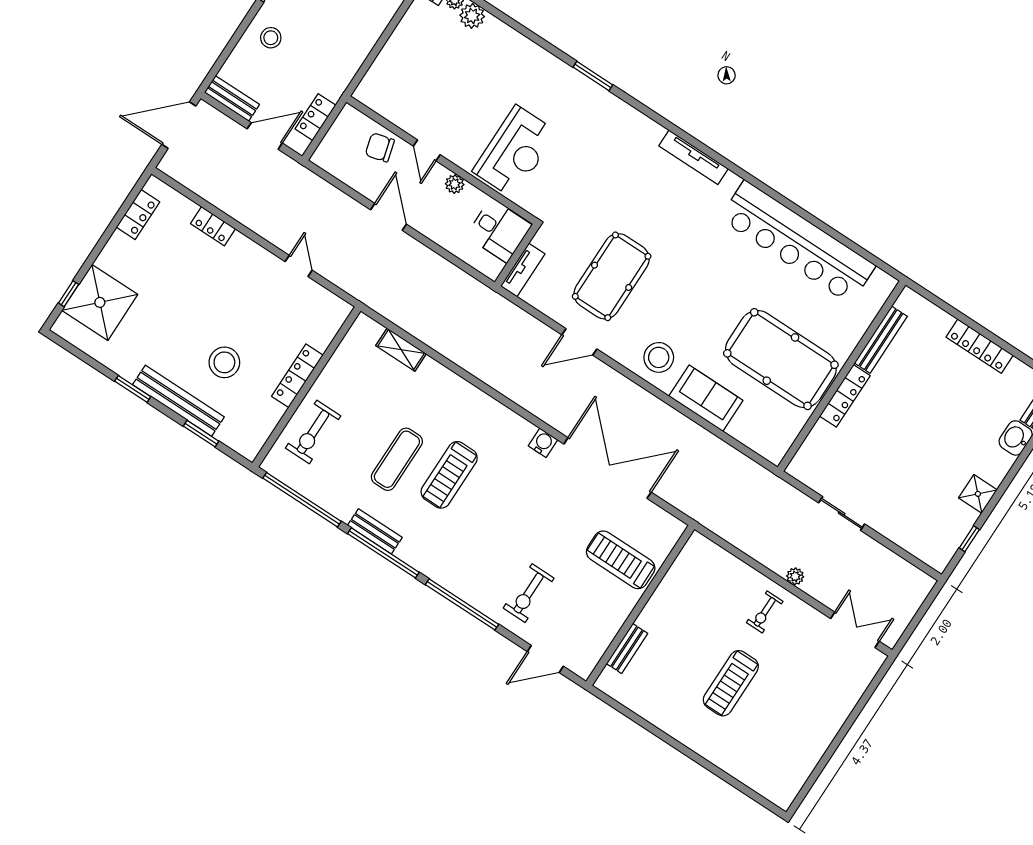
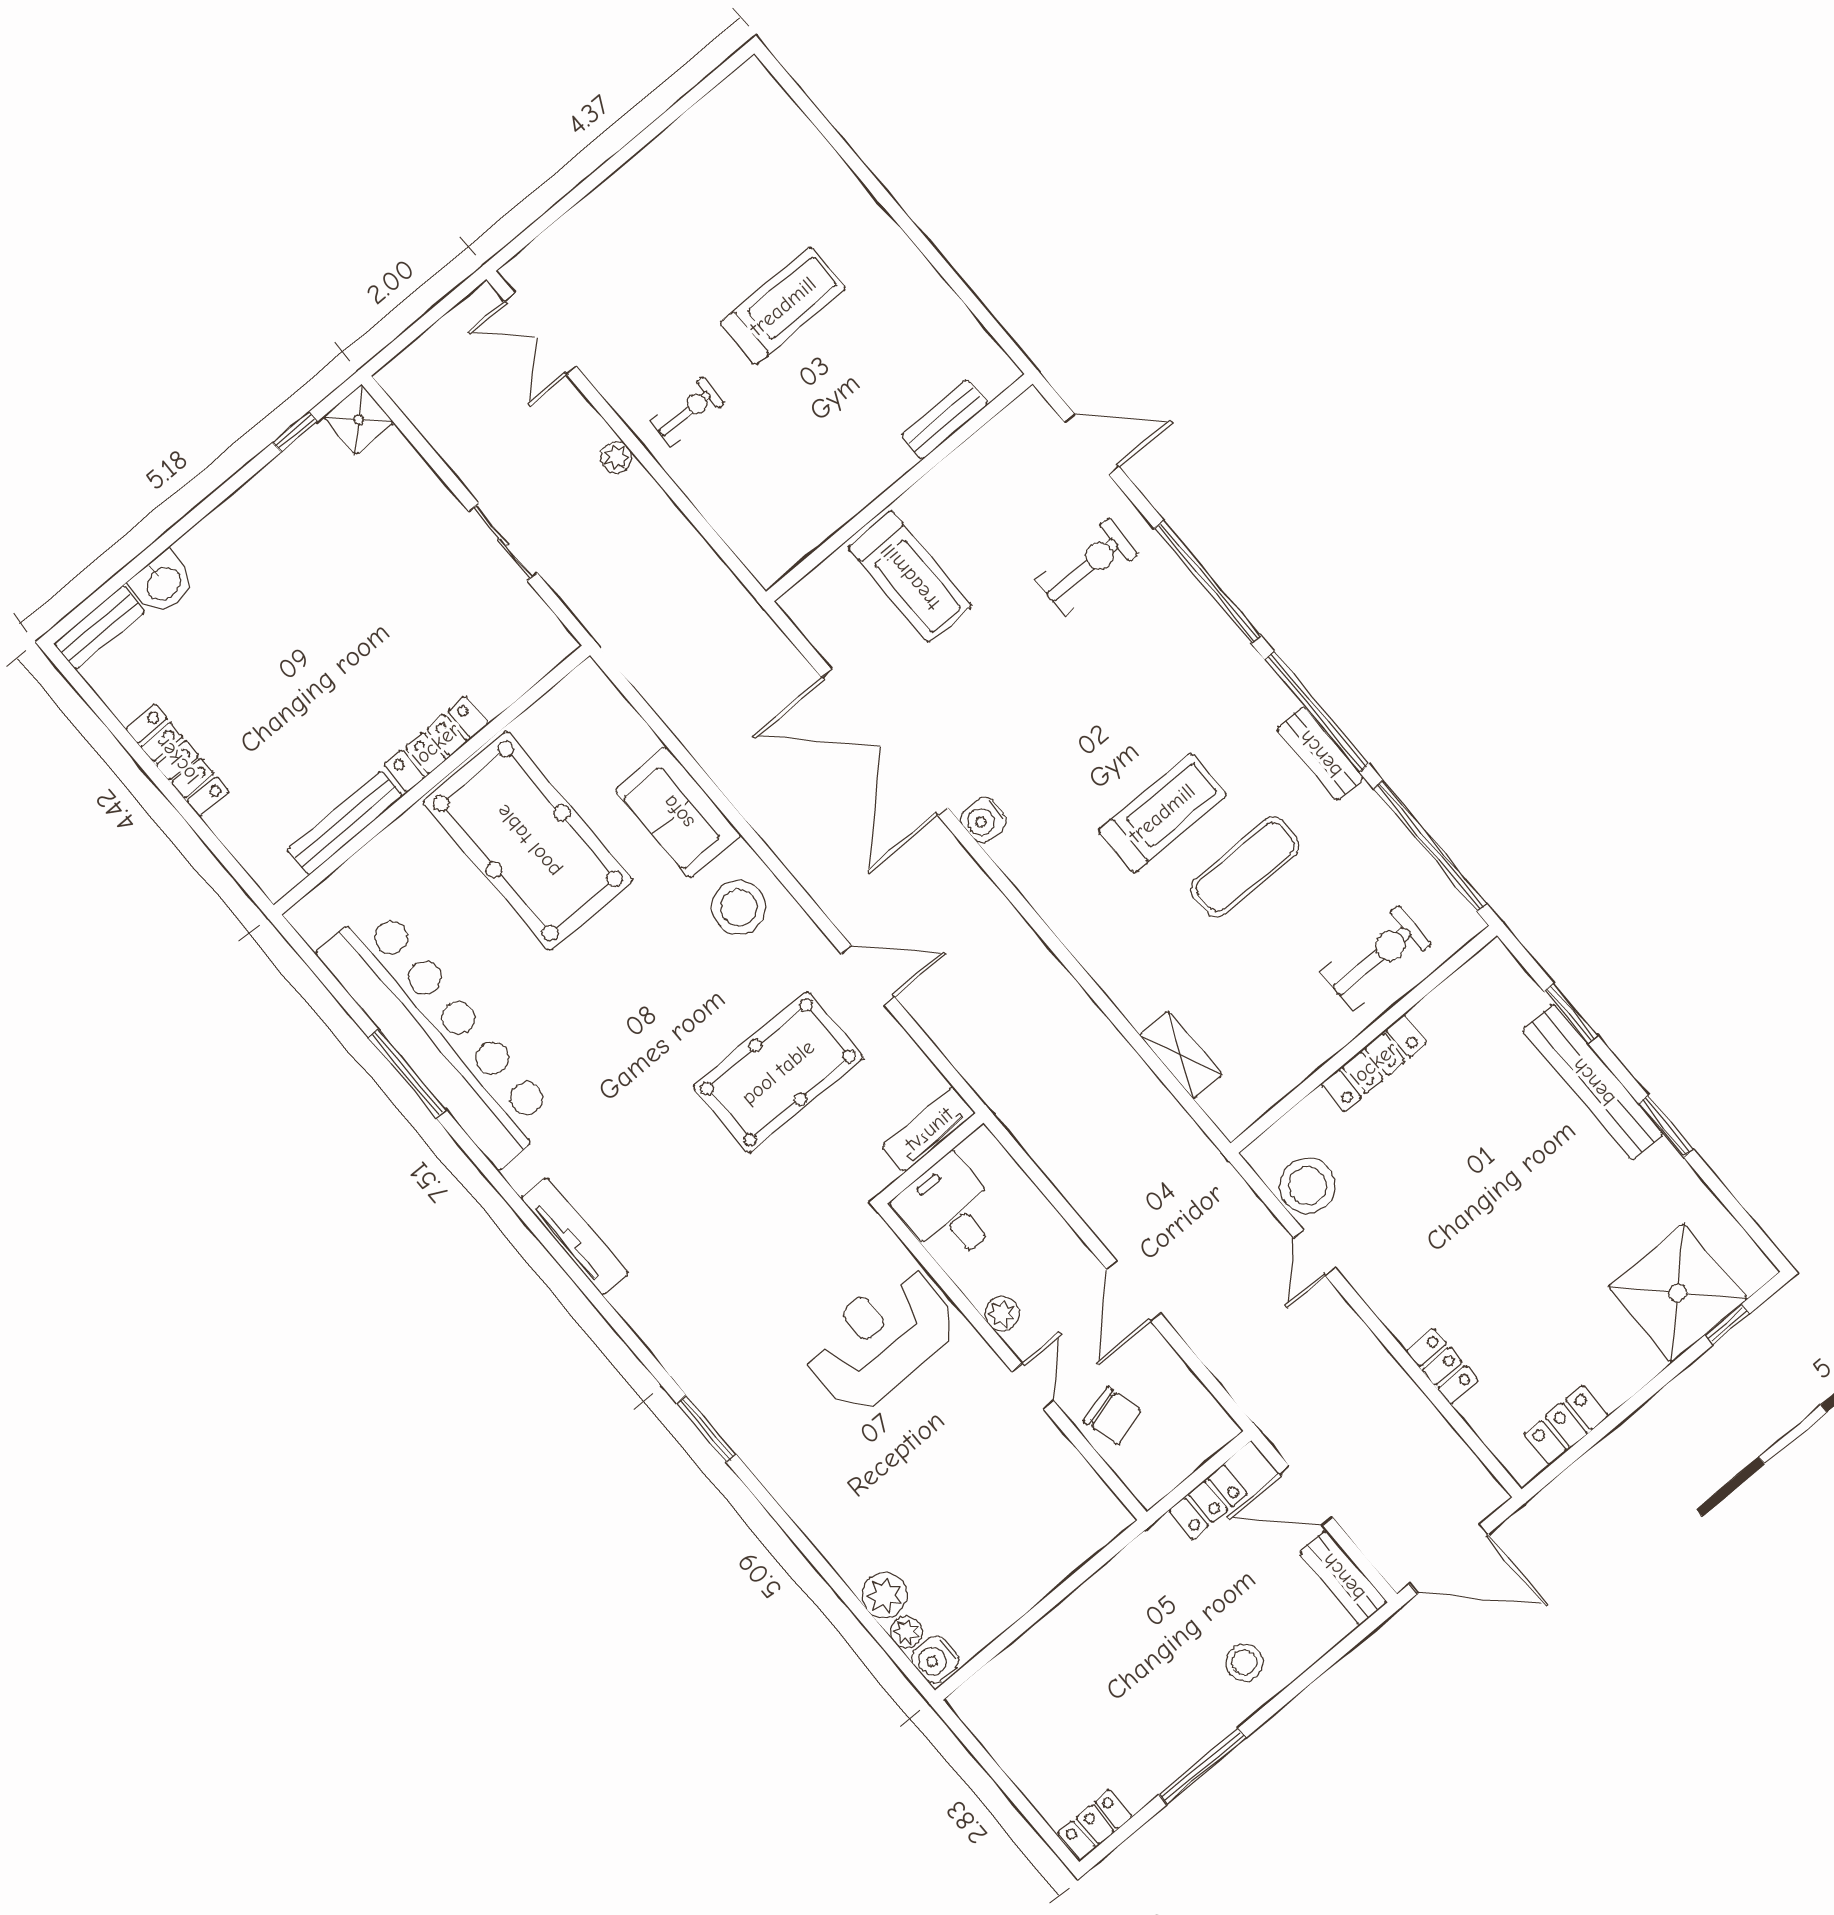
window: (808, 217) -> (407, 1074), added
stool: (224, 362) -> (1307, 1186), moved
shower: (978, 494) -> (359, 420), moved

